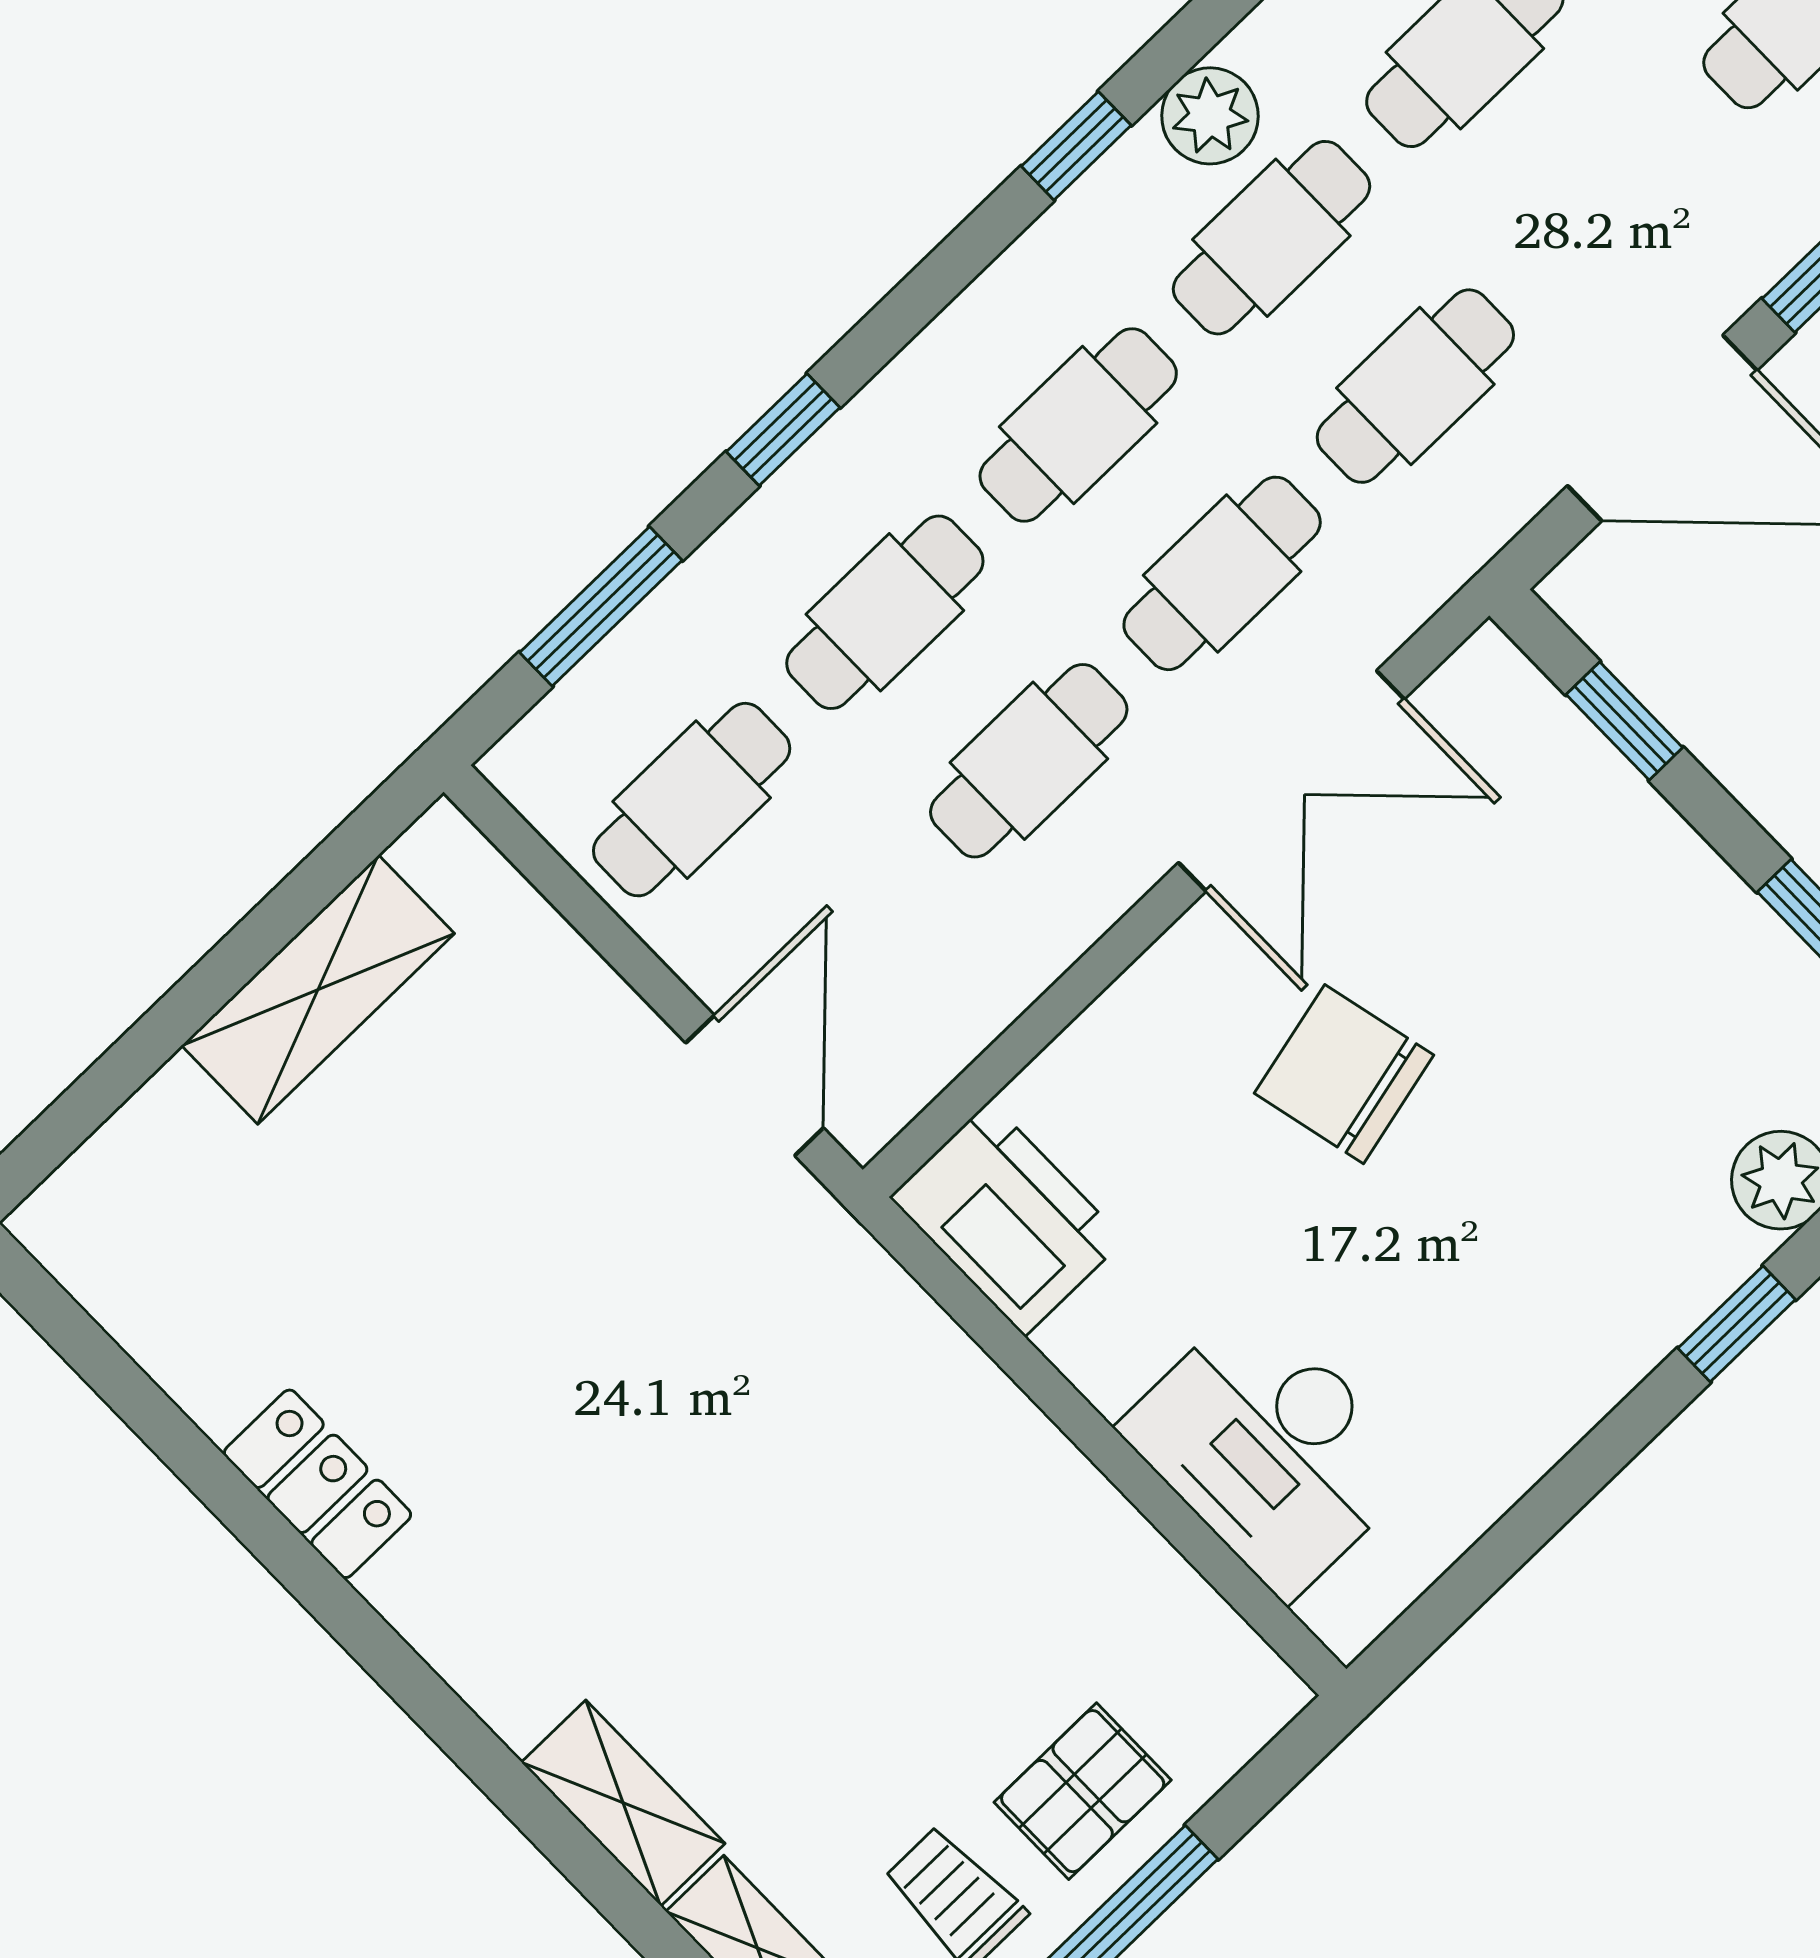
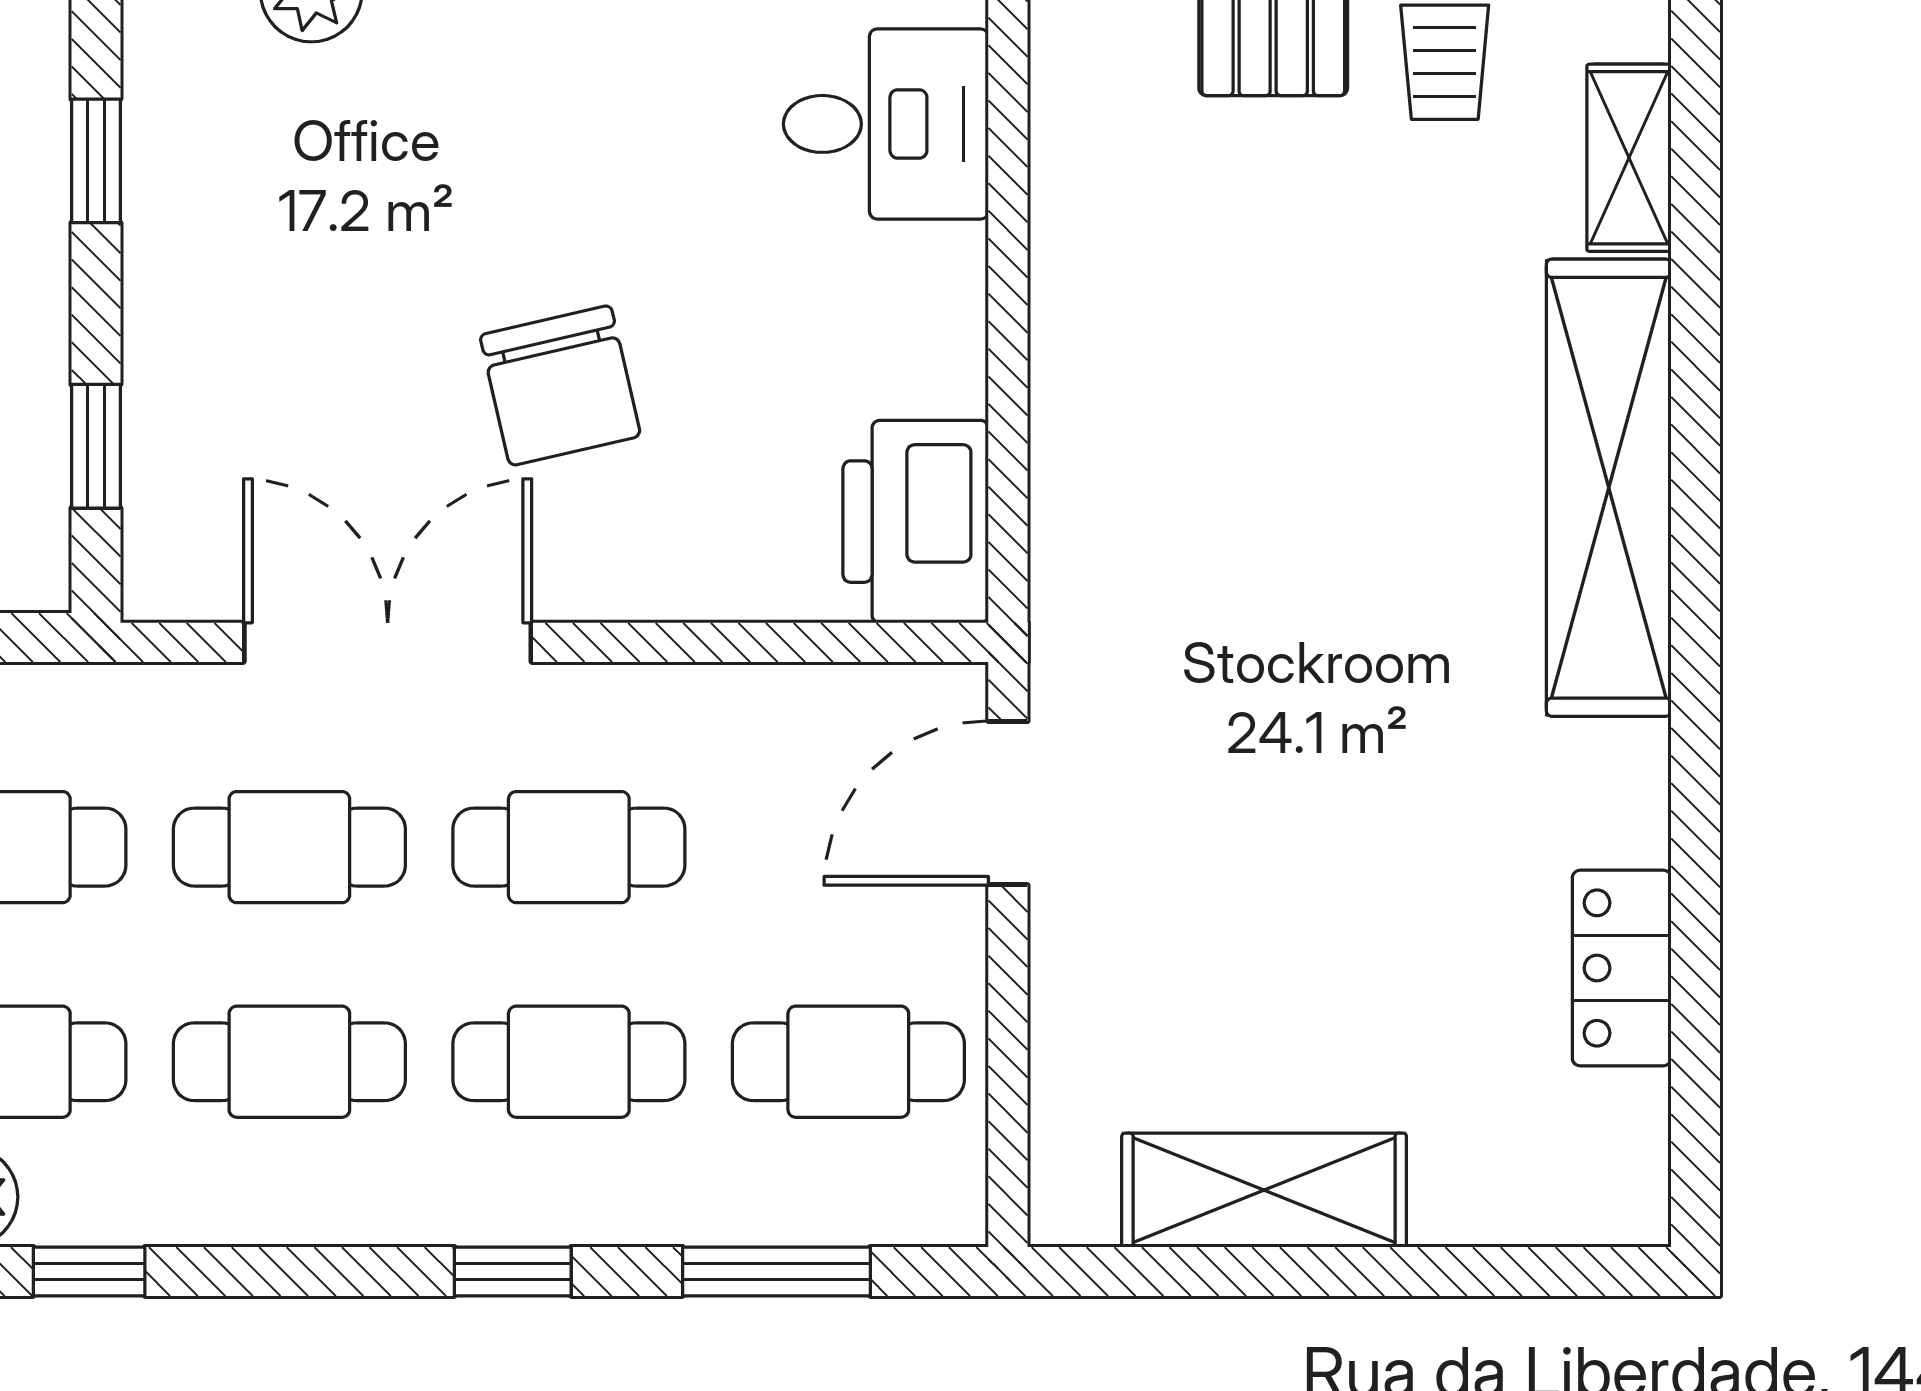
desk: (1270, 1449) -> (886, 124), width x0.73
locker: (317, 1484) -> (1622, 968), moved
shelving: (623, 1803) -> (1609, 488), width x2.20, depth x1.33

